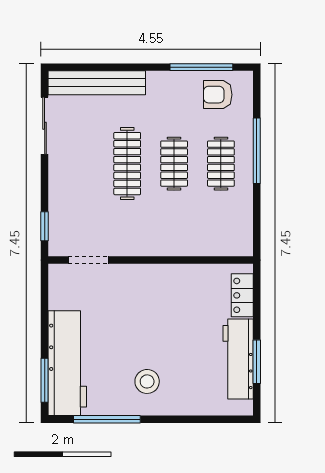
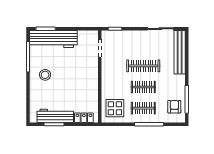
display table: (221, 227) -> (115, 108), added

